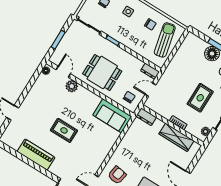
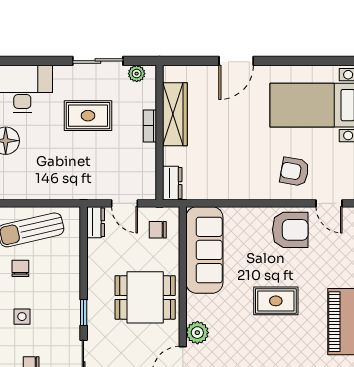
dining table: (102, 72) -> (145, 297), turned 90
sofa: (112, 116) -> (204, 250), width x1.36
rug: (64, 130) -> (276, 301), turned 90
armchair: (92, 157) -> (290, 230), added

